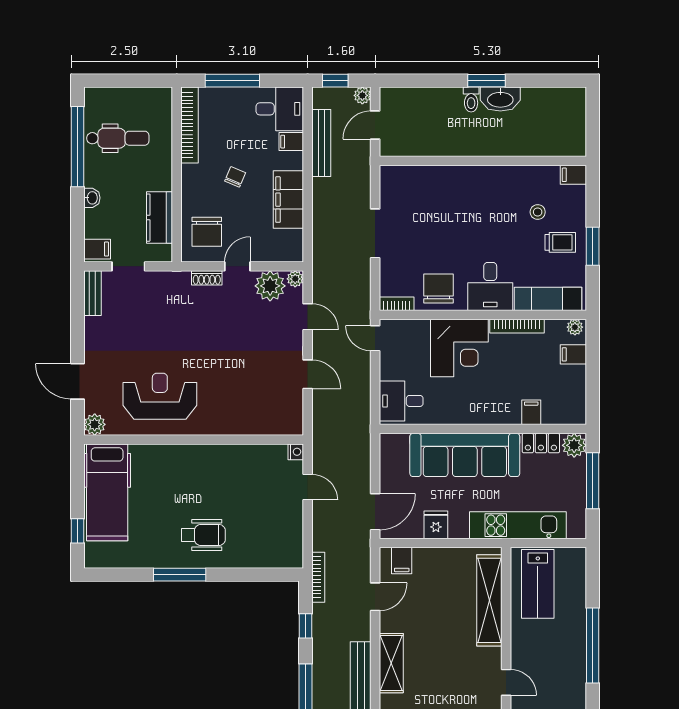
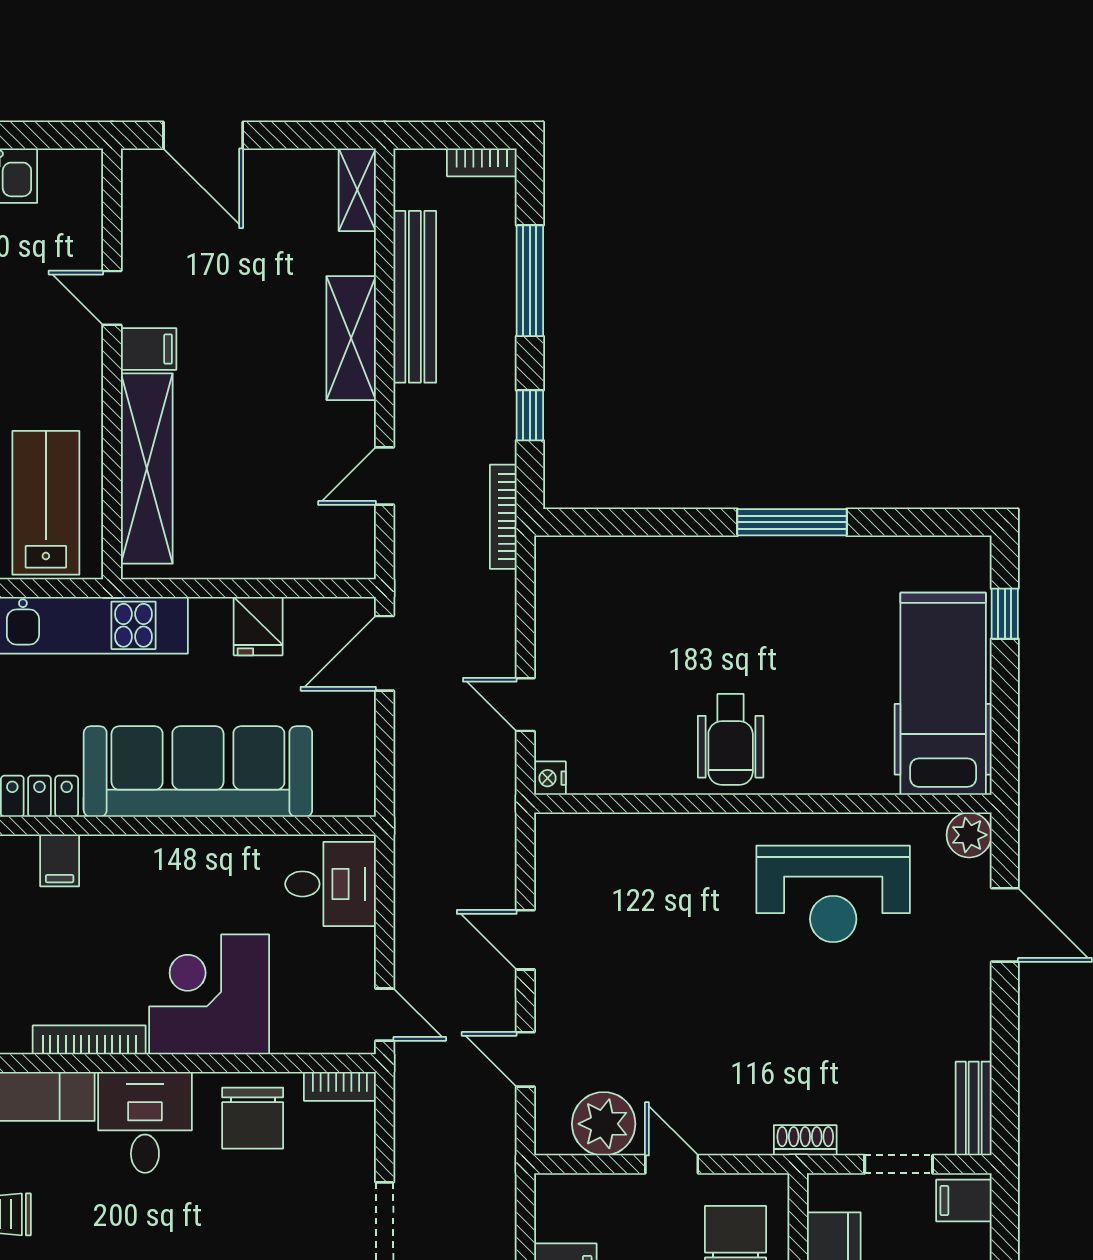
door: (237, 266) -> (672, 1164), swing flipped
shoe rack: (207, 278) -> (805, 1140), moved
plant: (295, 279) -> (551, 1138), removed
wheelchair: (203, 535) -> (731, 739), moved, turned -90
filing cabinet: (402, 561) -> (149, 349), moved, turned 90

